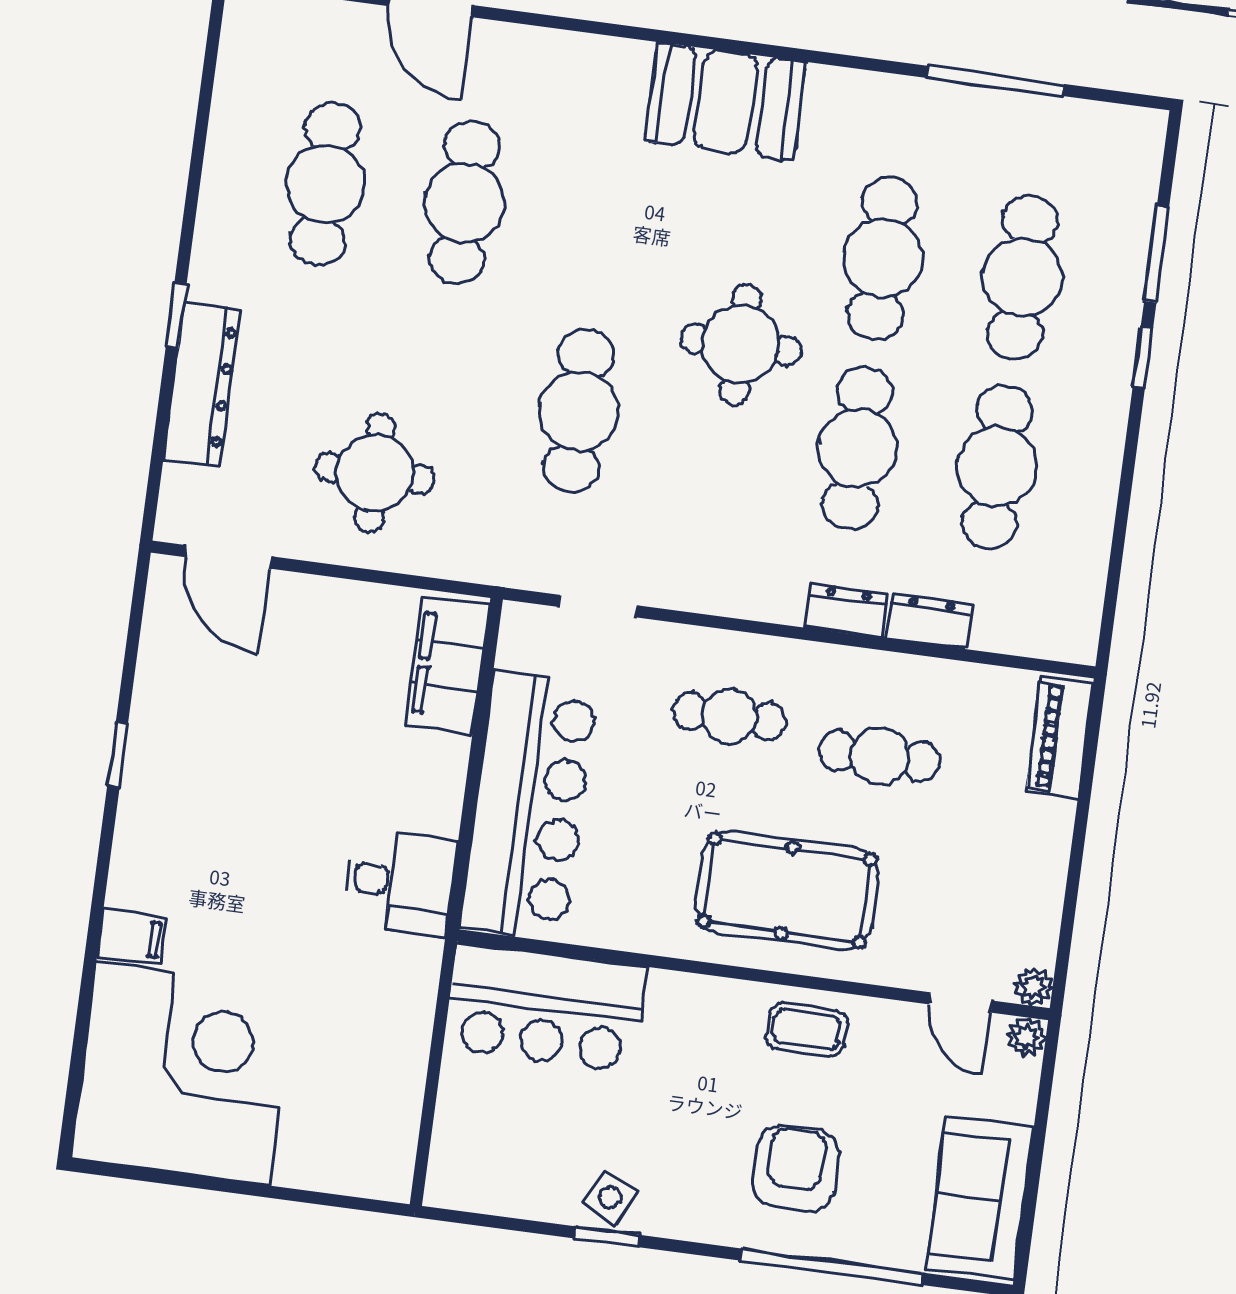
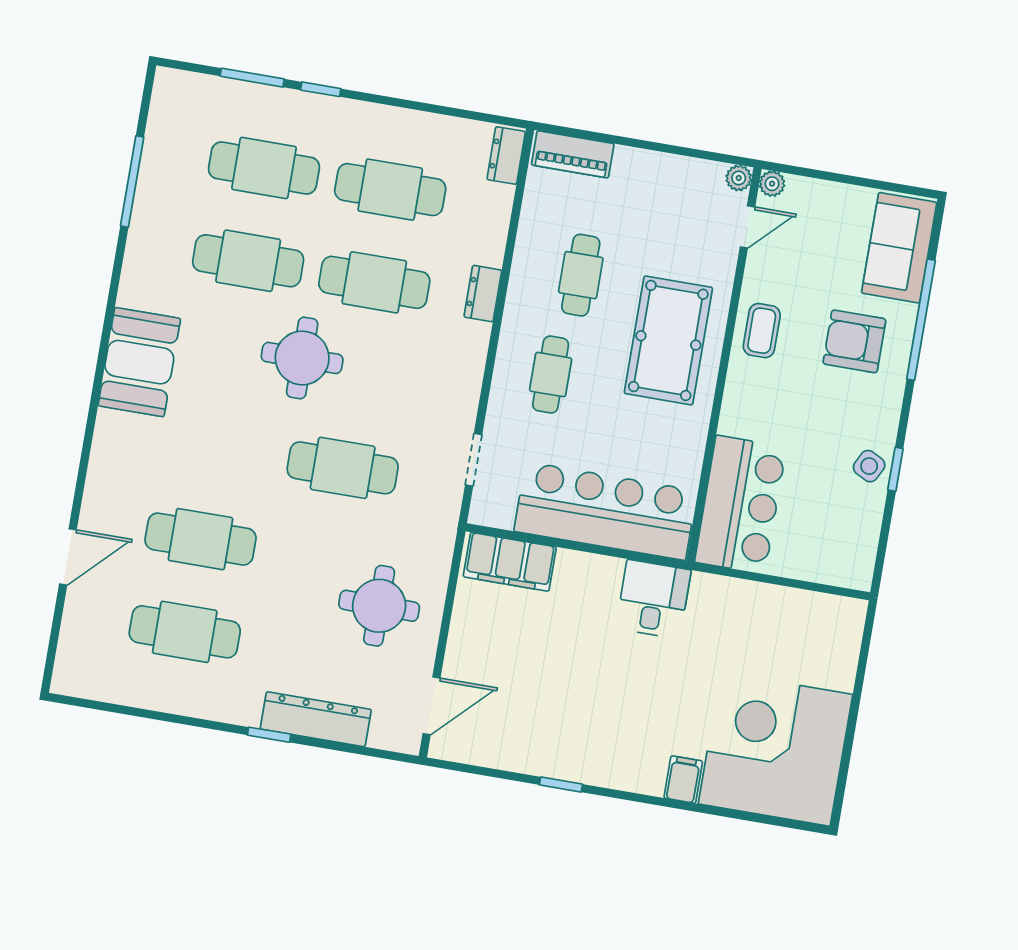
dresser: (930, 621) -> (506, 156), moved
sofa: (980, 1198) -> (899, 248), moved, turned 90

